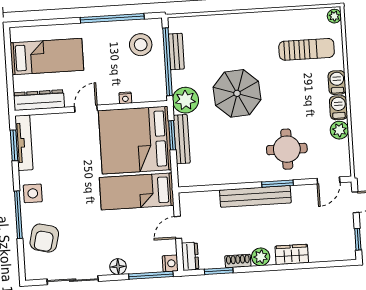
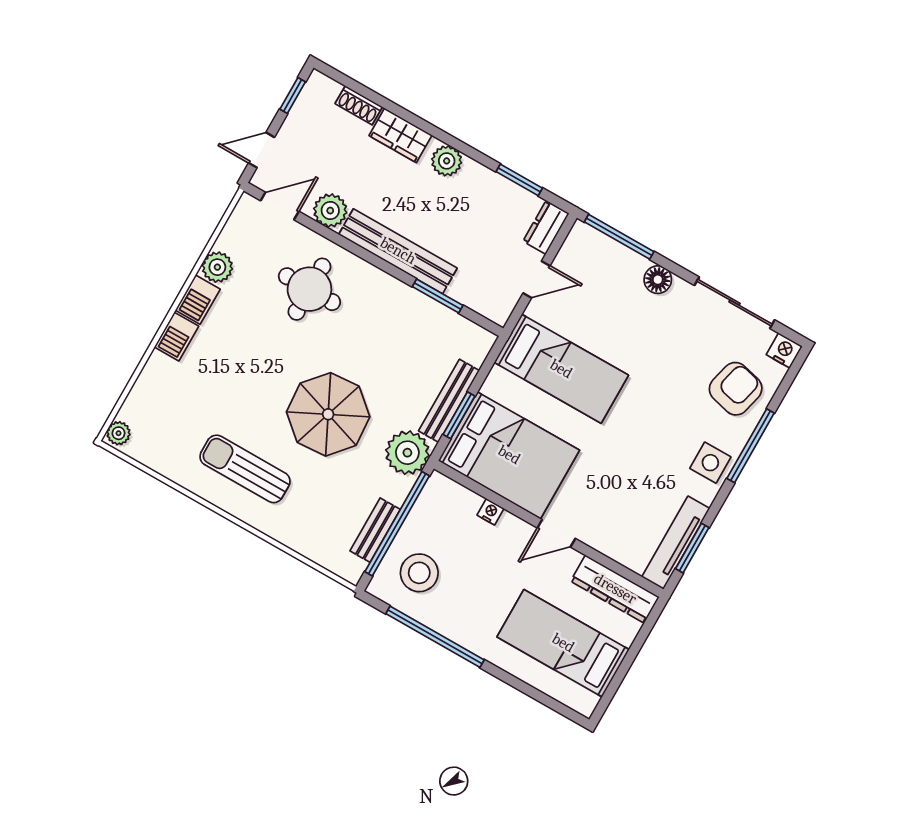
sun lounger: (307, 49) -> (245, 469), moved
bed: (135, 140) -> (509, 455), width x0.73
window: (277, 184) -> (438, 296), moved
plant: (302, 195) -> (330, 211), added
shoe rack: (238, 261) -> (359, 105), moved
nightstand: (170, 263) -> (784, 350), moved, turned 90

